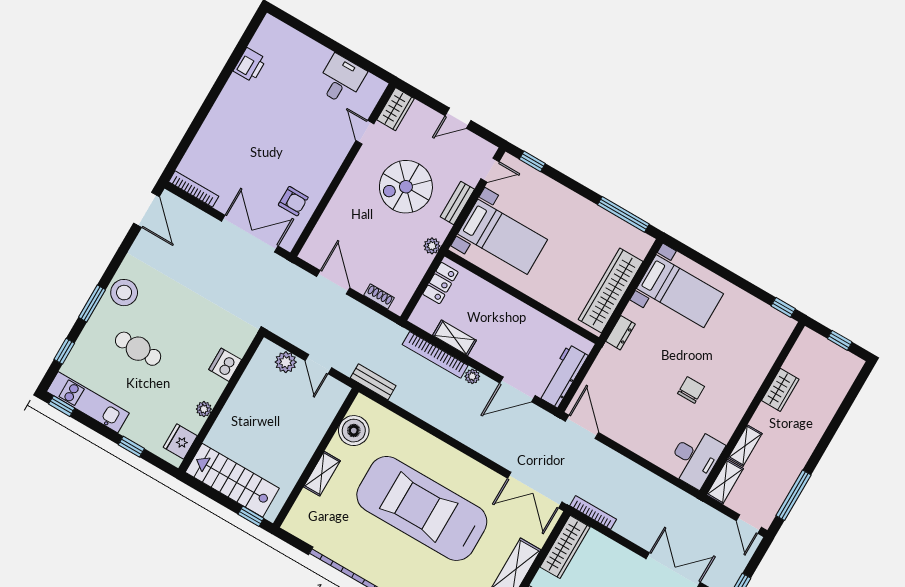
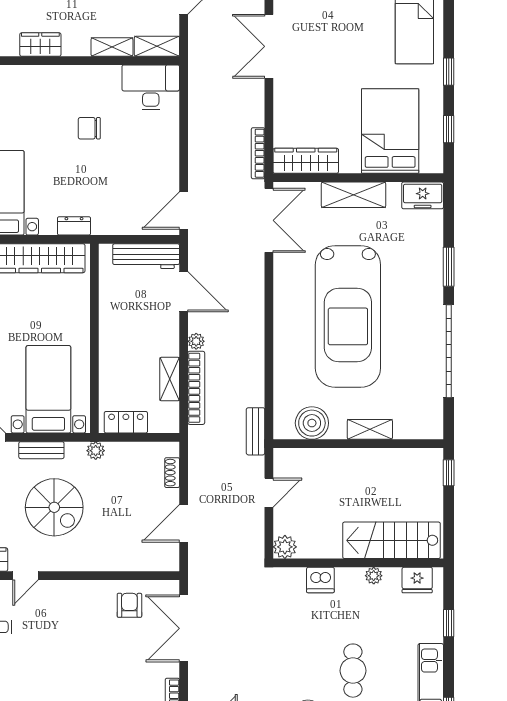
plant: (286, 362) -> (285, 547), moved
stairs: (232, 480) -> (392, 540), moved, turned 90

